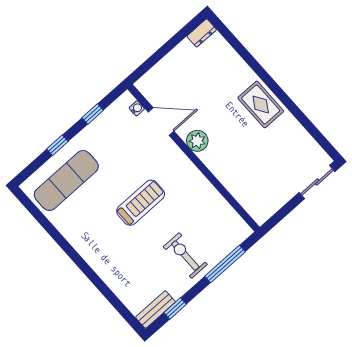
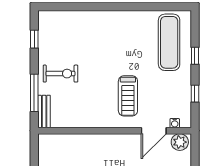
plant: (197, 141) -> (180, 142), moved
treadmill: (141, 203) -> (128, 96), moved
bench: (155, 310) -> (44, 111), moved

